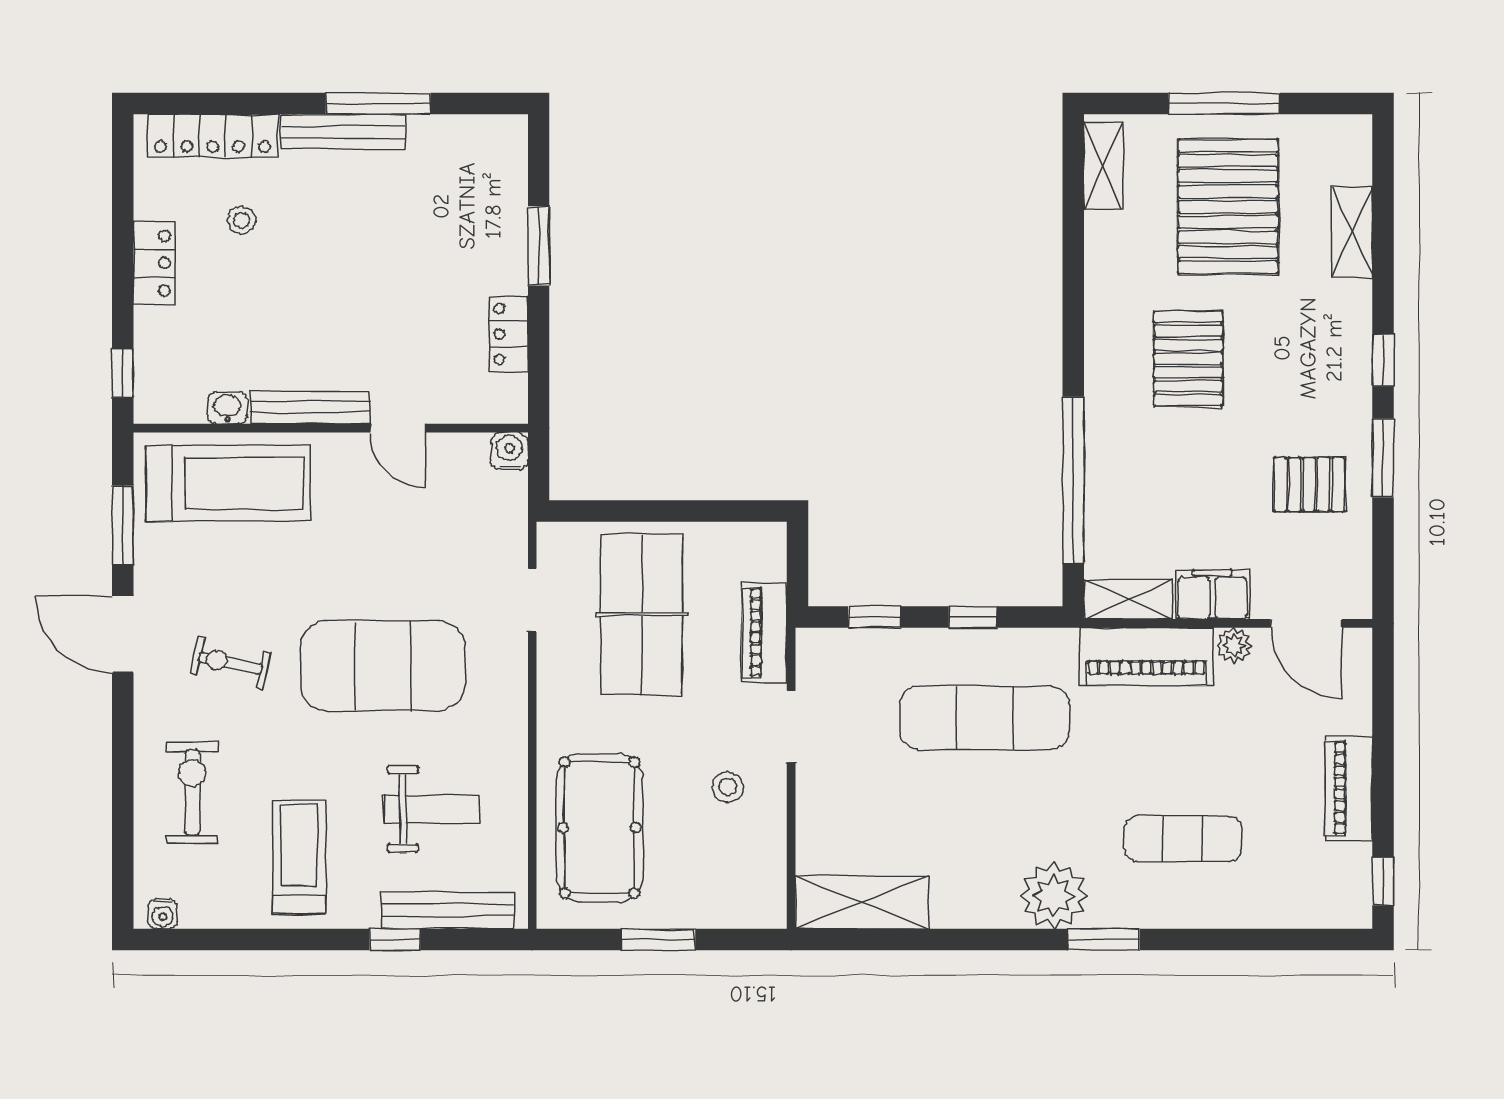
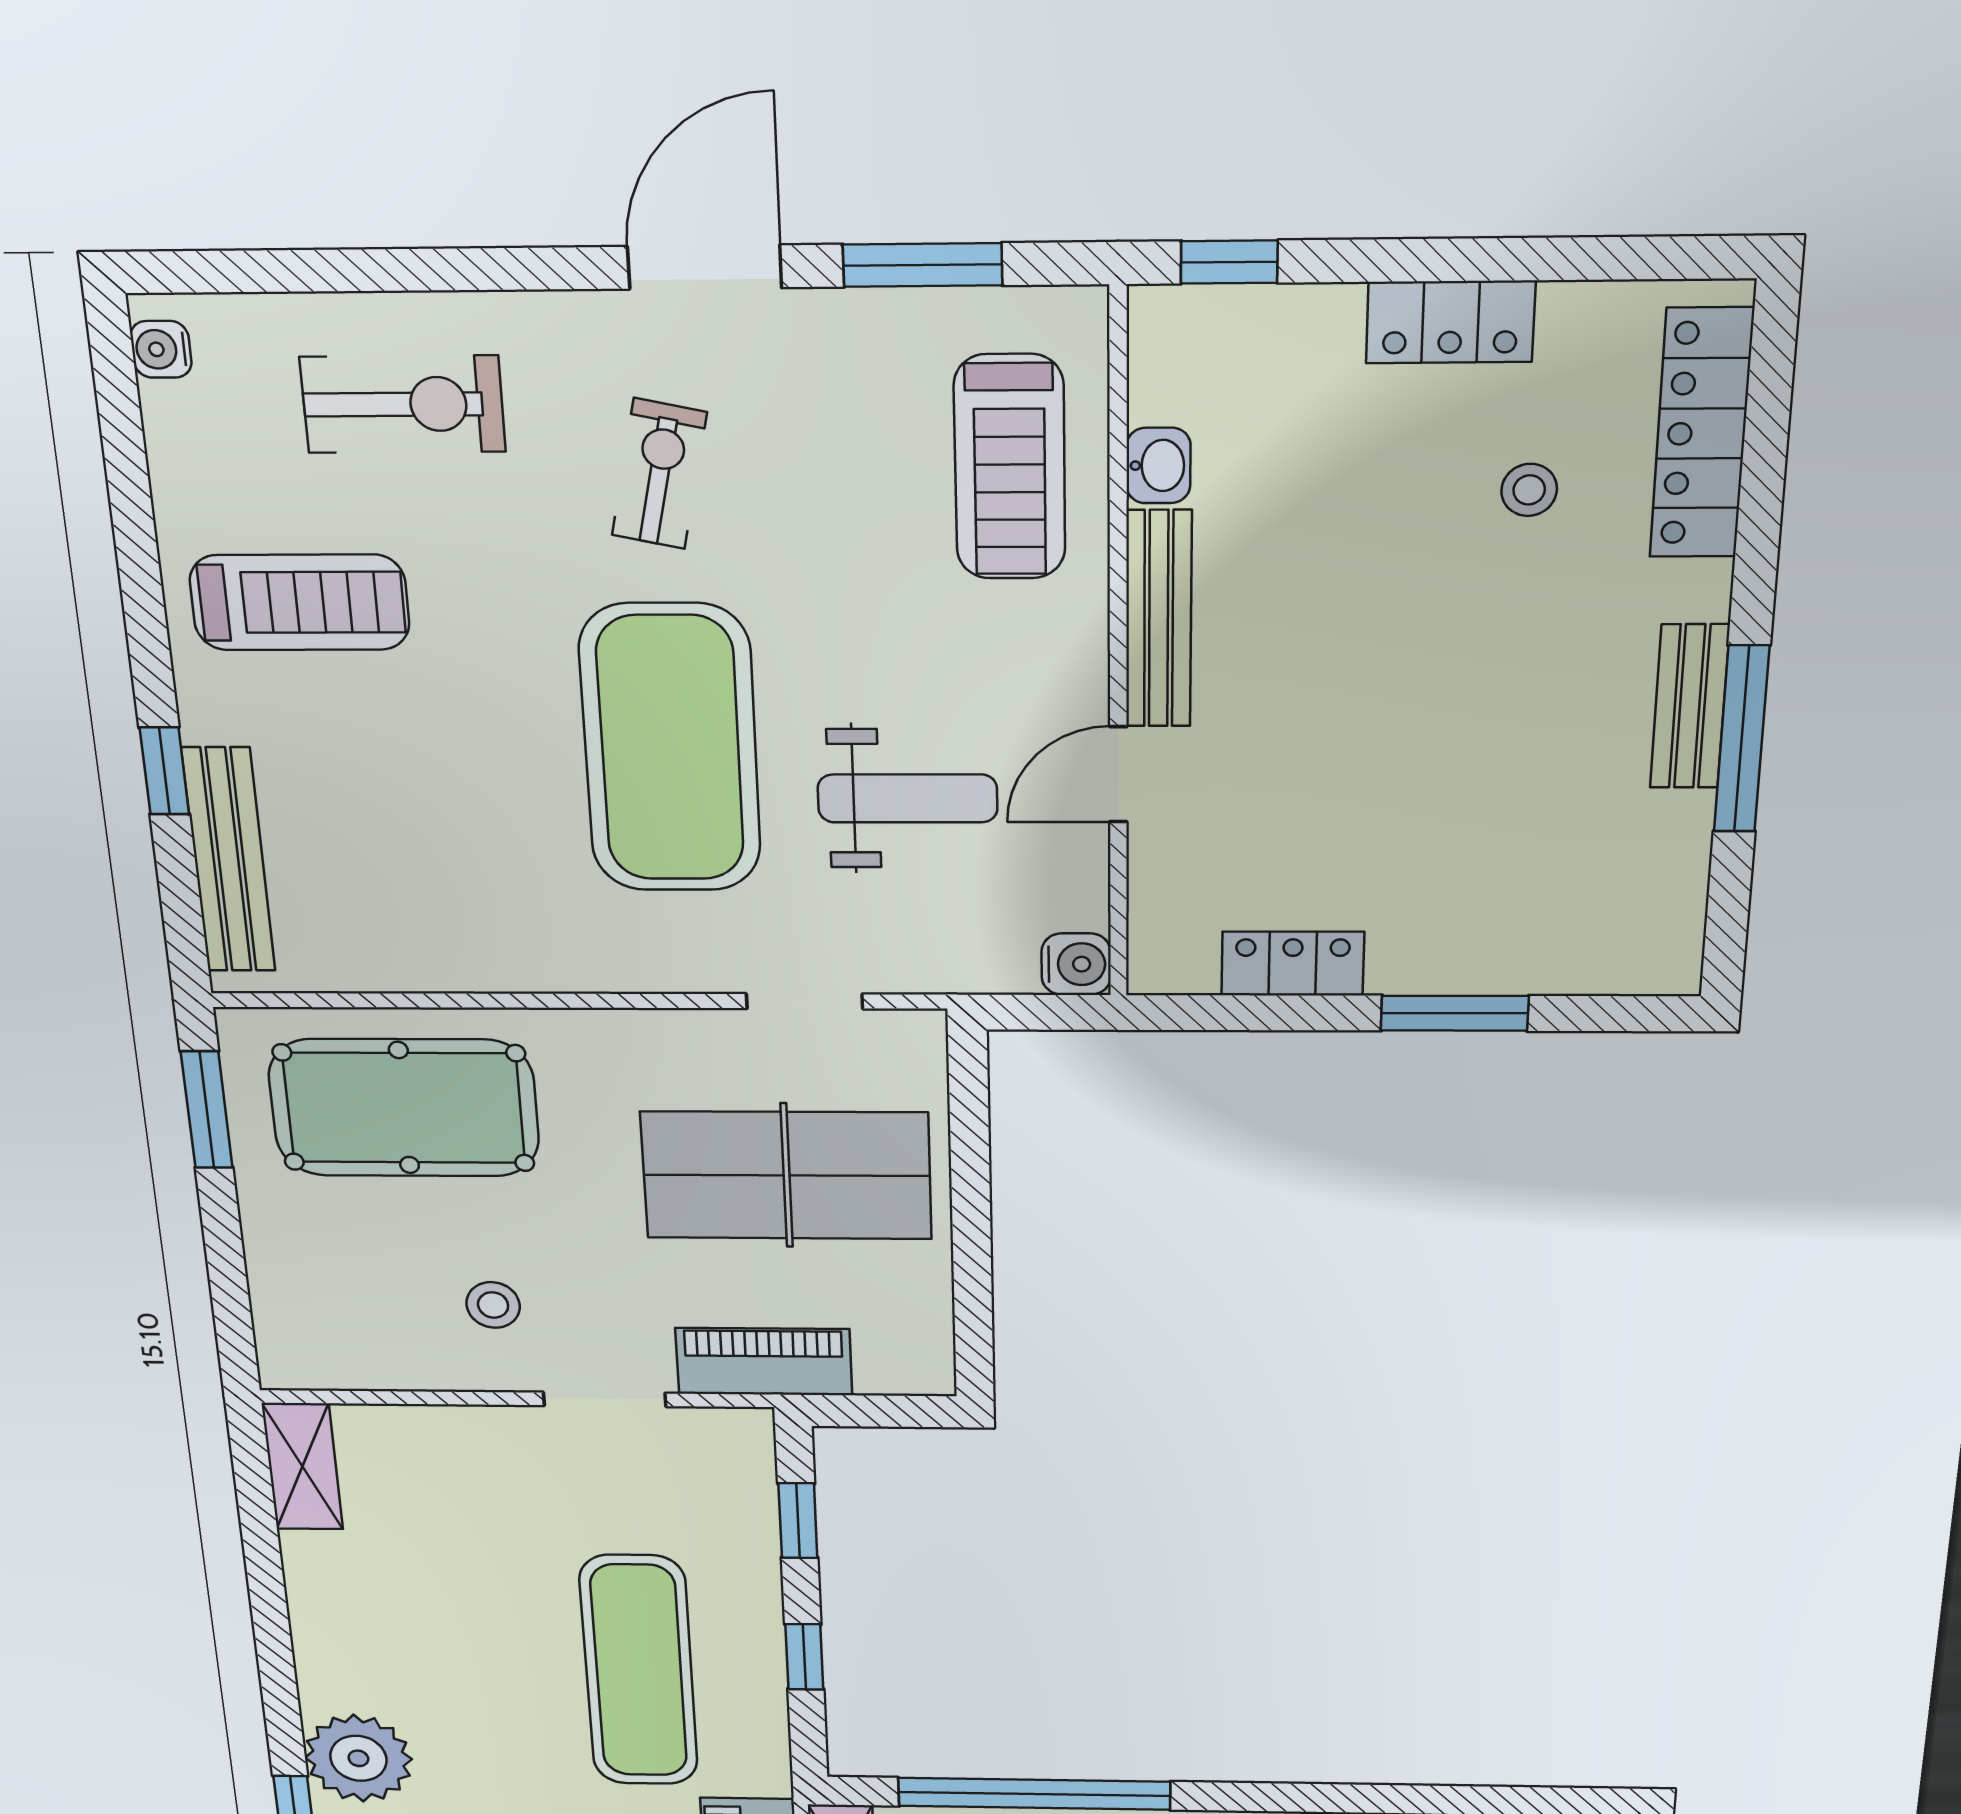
bench: (343, 132) -> (1690, 706), width x0.73
treadmill: (228, 483) -> (1010, 467), width x0.73, depth x0.73
weight bench: (431, 809) -> (907, 798), moved, turned -90
shelving: (862, 902) -> (302, 1466), width x0.67, depth x0.75
window: (658, 940) -> (207, 1110), moved

